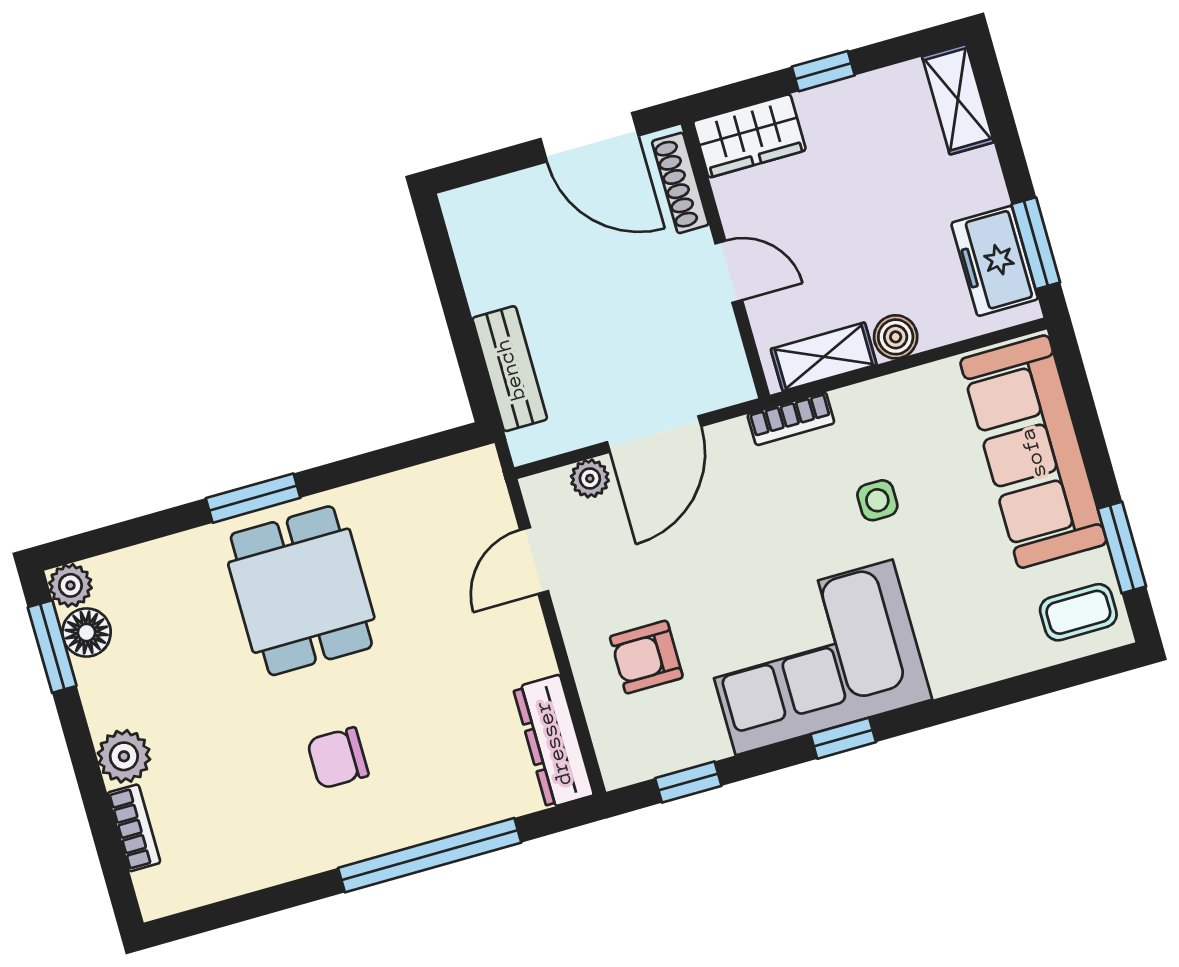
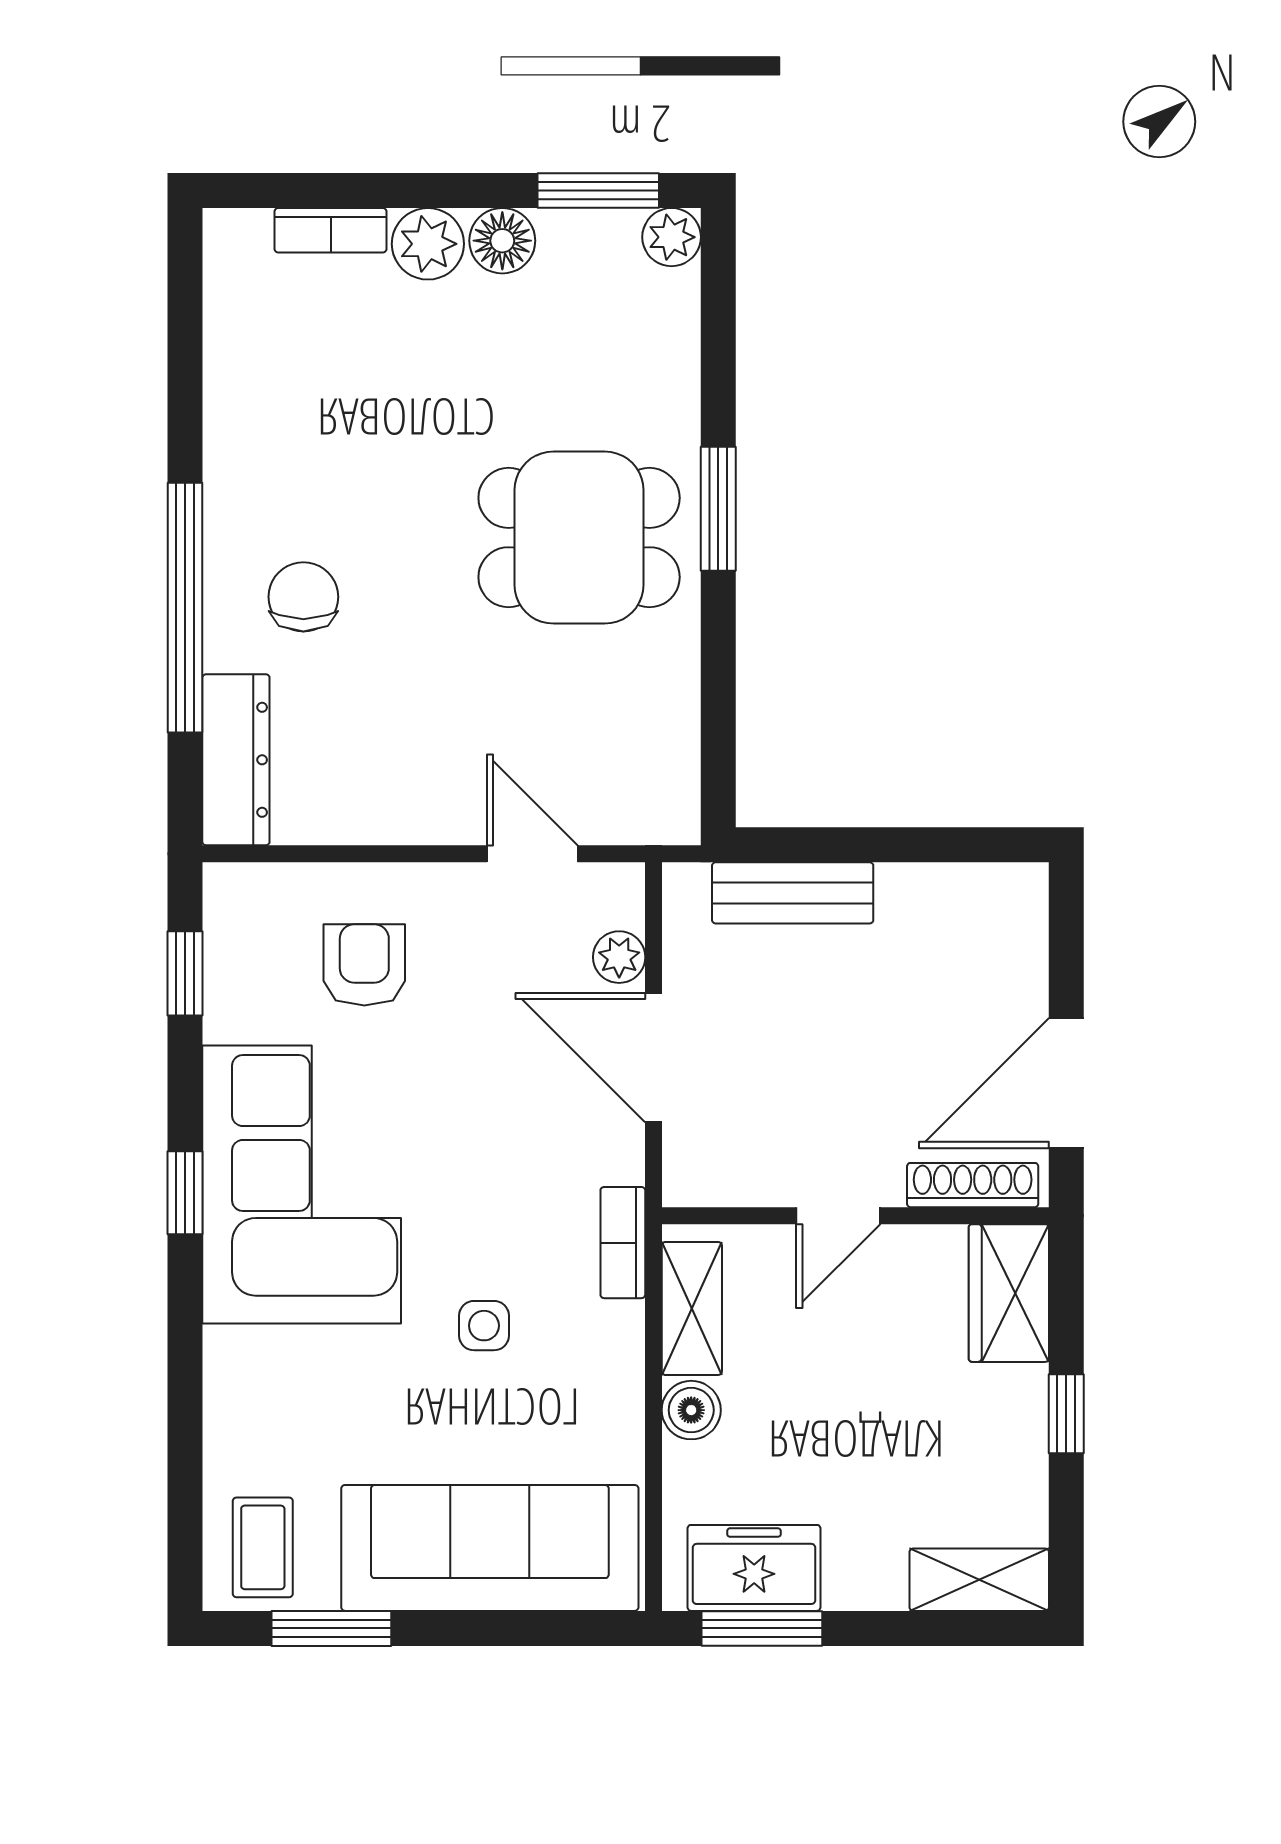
floor lamp: (87, 632) -> (502, 241), moved
dresser: (553, 742) -> (236, 760), moved, turned 90
chair: (338, 758) -> (303, 597), moved

